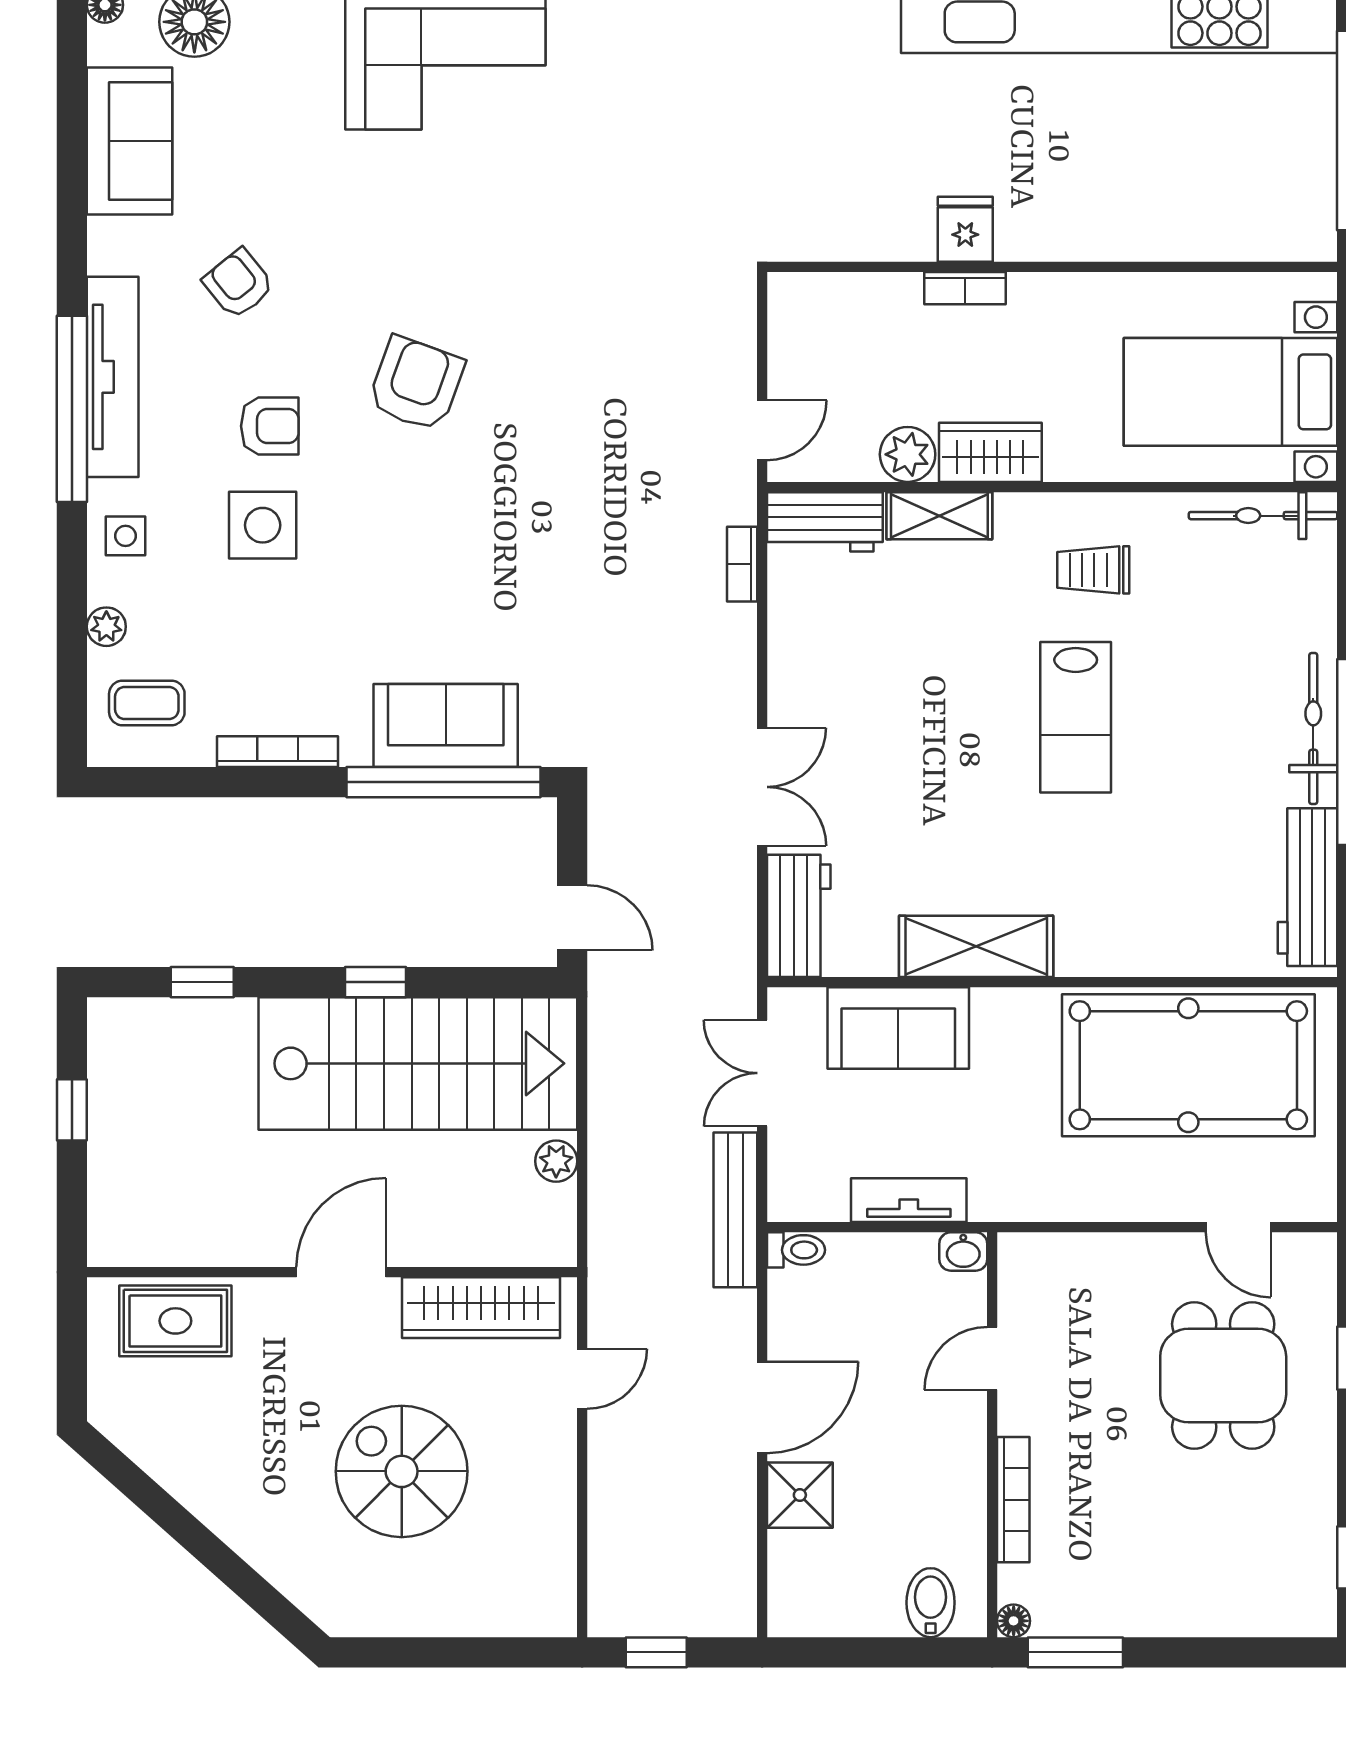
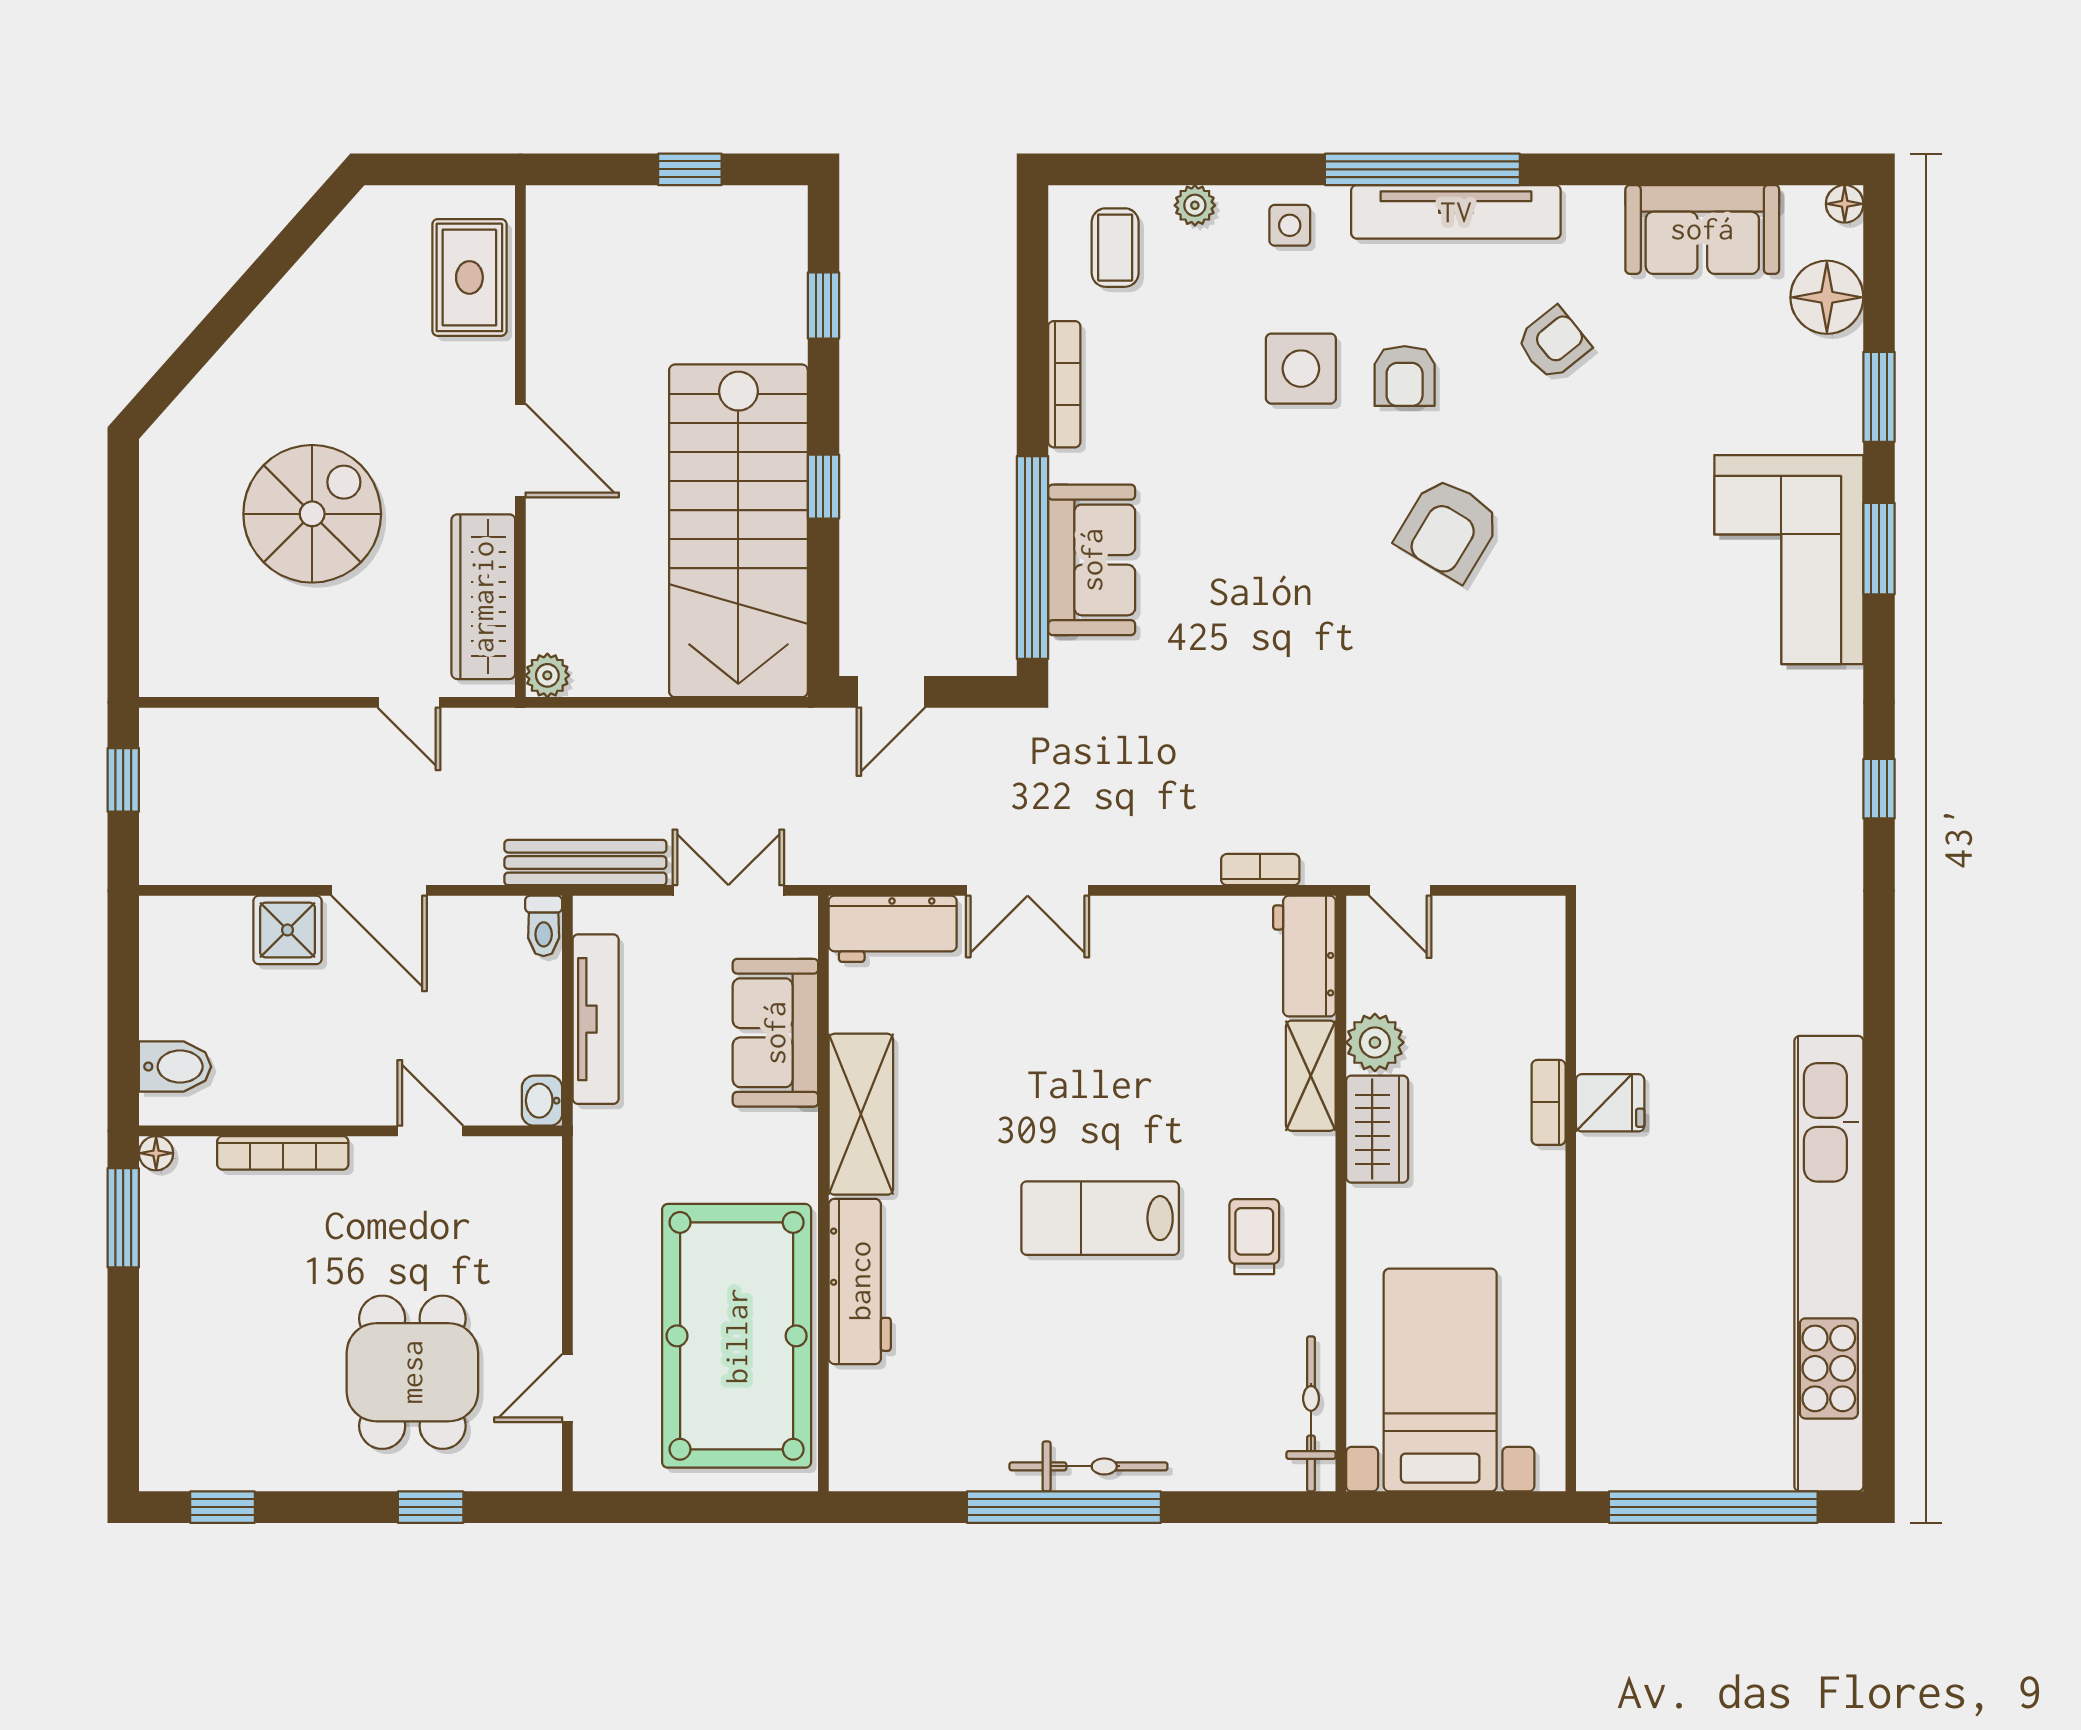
armchair: (416, 384) -> (1449, 529), turned 101
workbench: (1308, 887) -> (860, 1281), moved, turned 90
plant: (556, 1161) -> (547, 675), moved
tv unit: (909, 1200) -> (596, 1019), width x1.41
dining table: (1223, 1376) -> (412, 1372), turned 90

